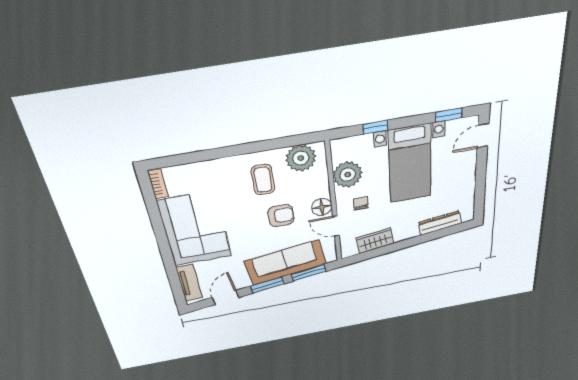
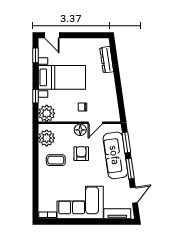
plant: (348, 175) -> (47, 113), moved
wardrobe: (375, 241) -> (111, 100), removed
door: (226, 297) -> (134, 195), swing flipped

